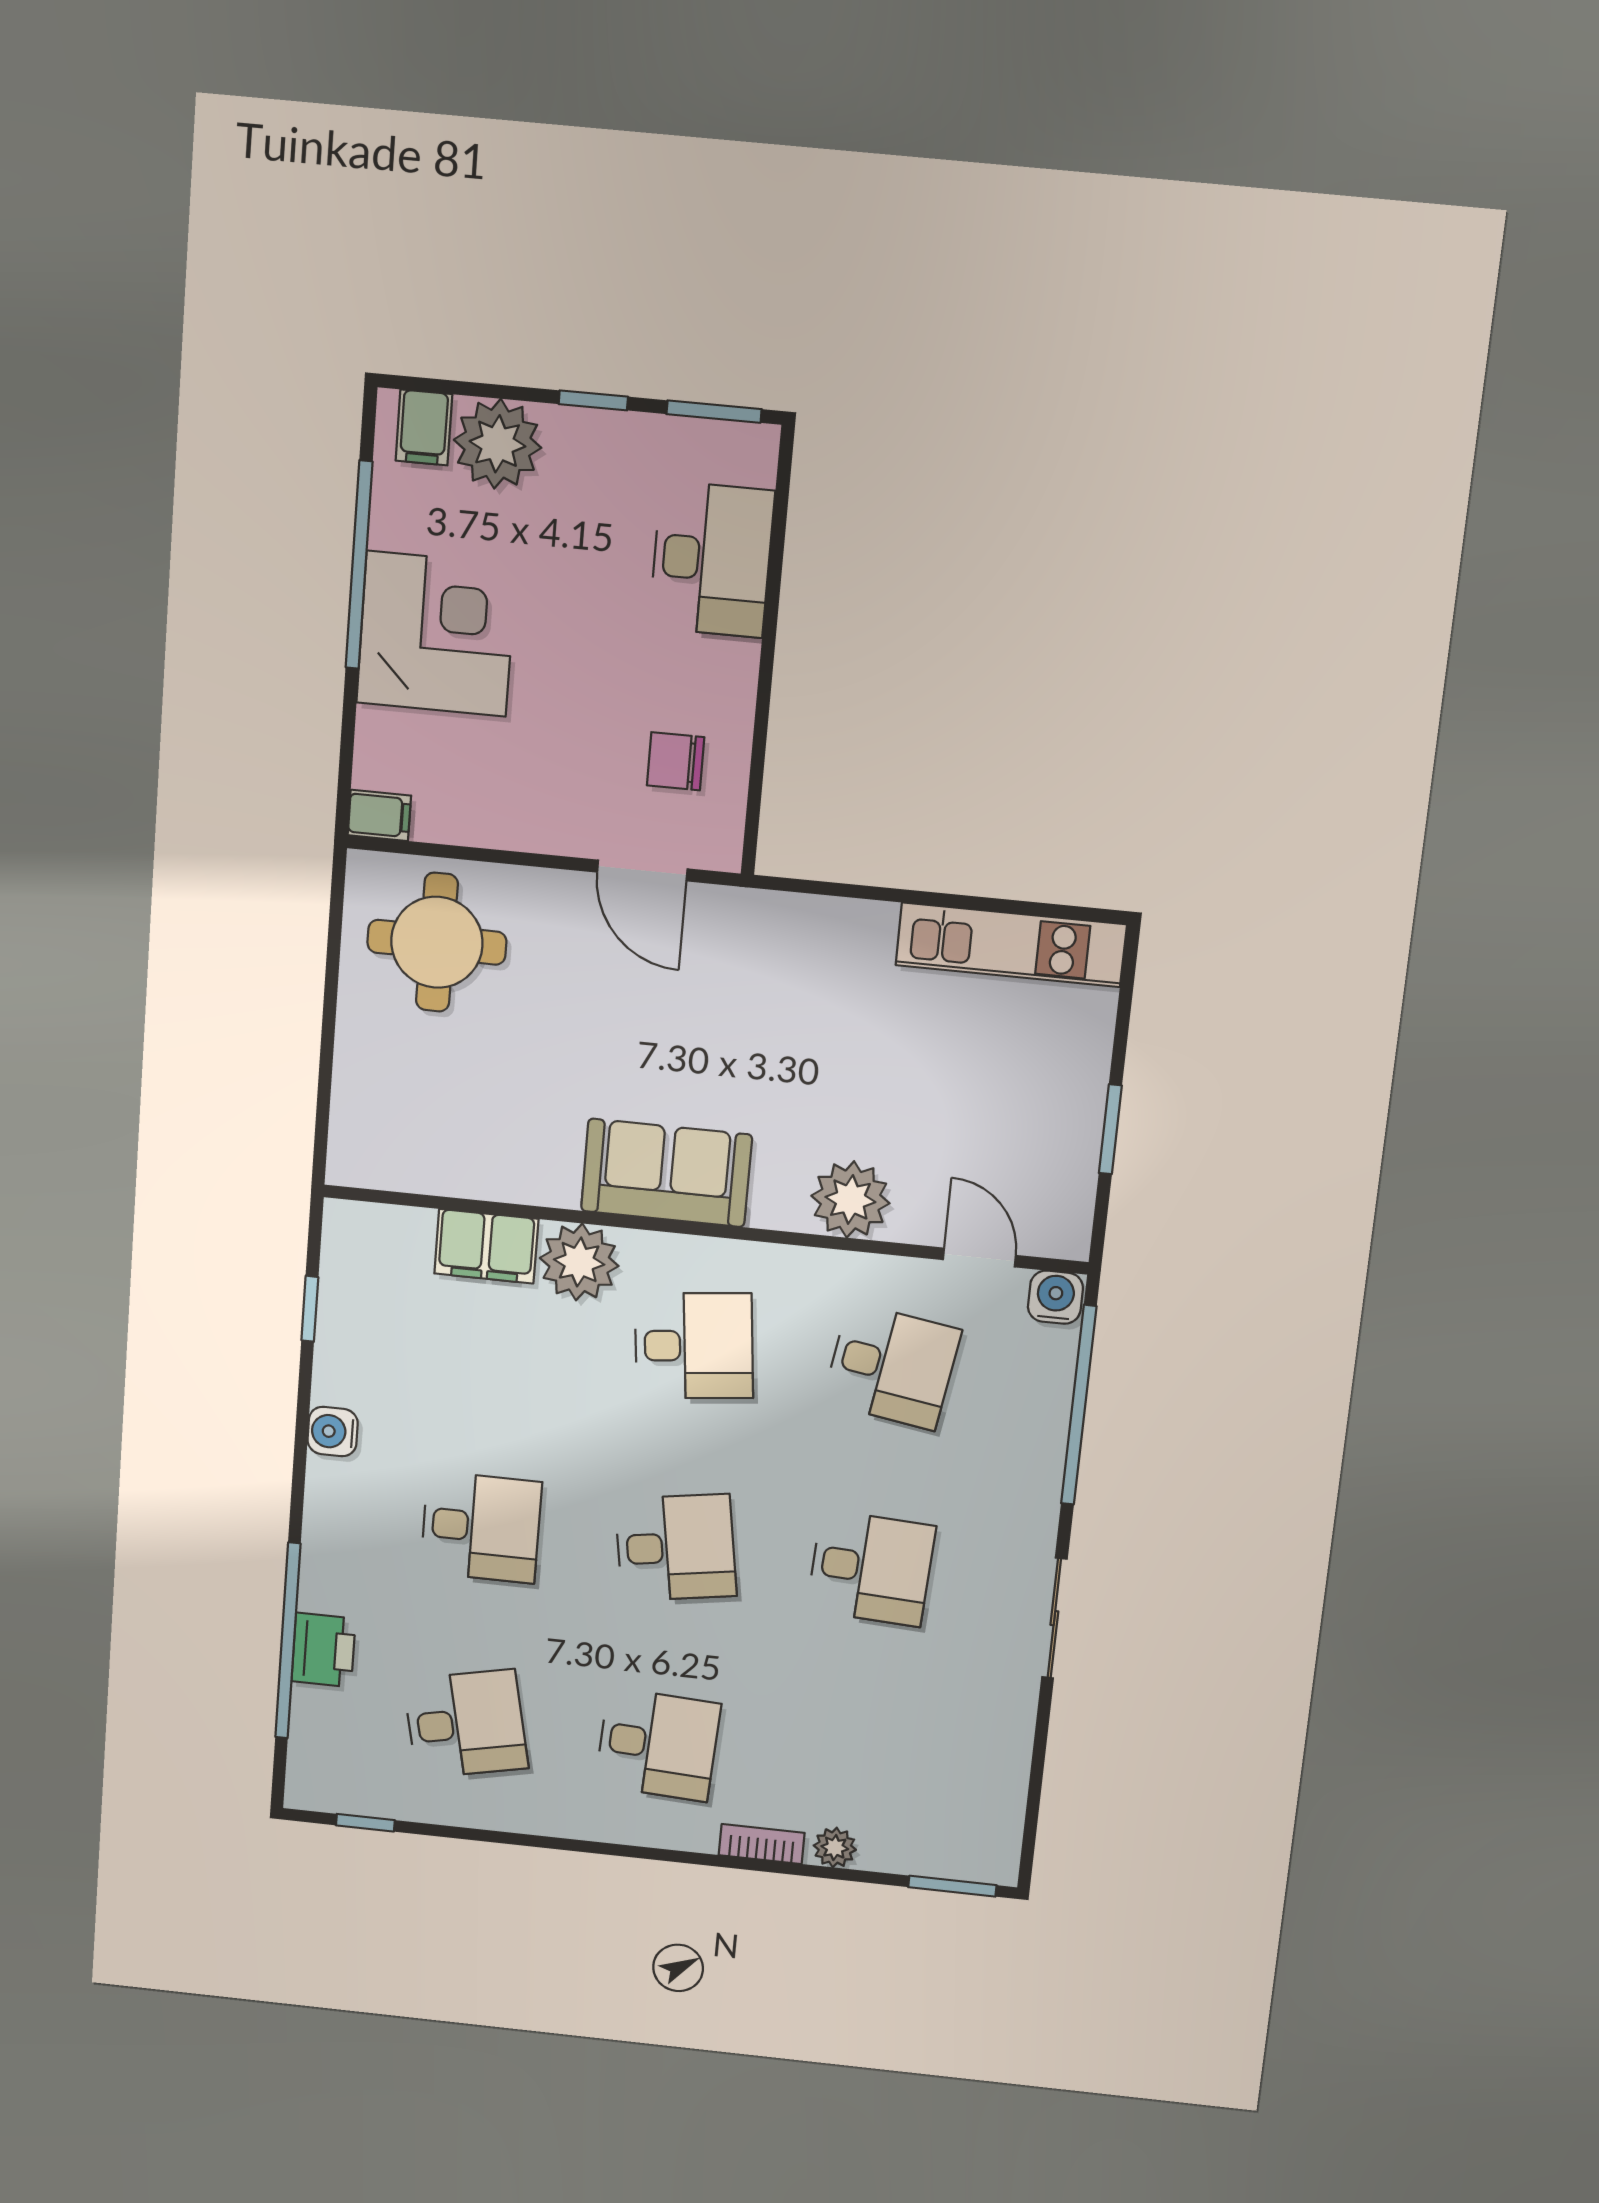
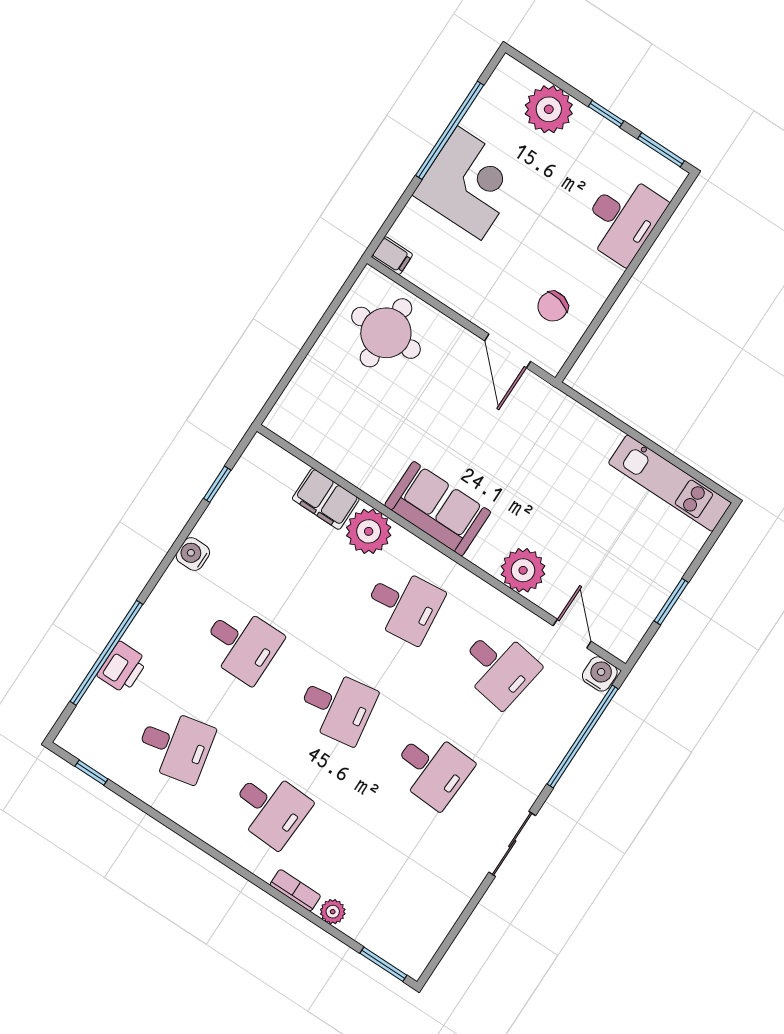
filing cabinet: (424, 427) -> (517, 83), removed
chair: (676, 761) -> (553, 306), turned -76

